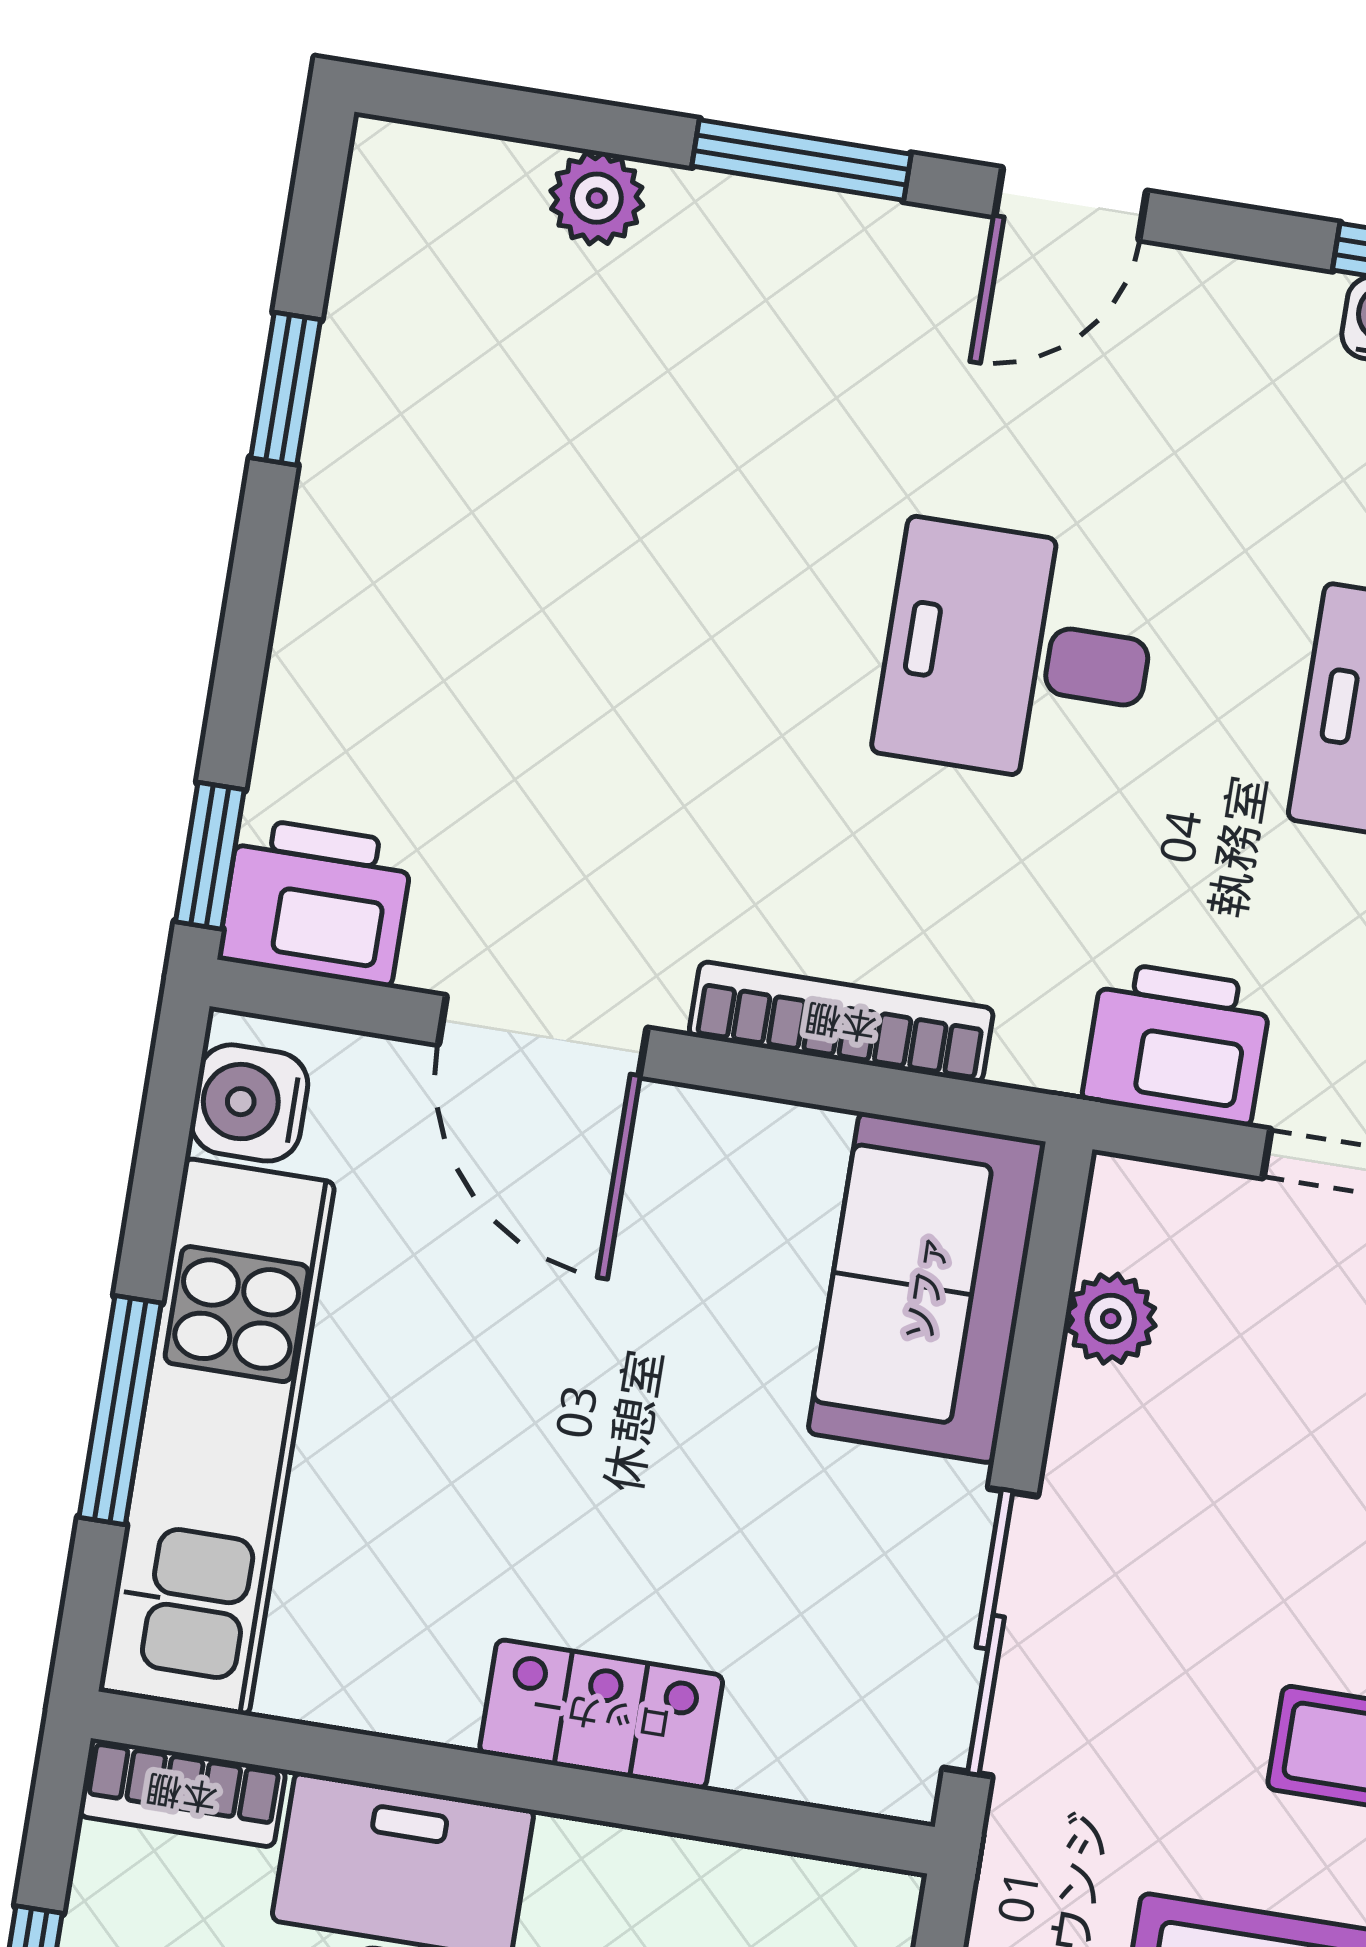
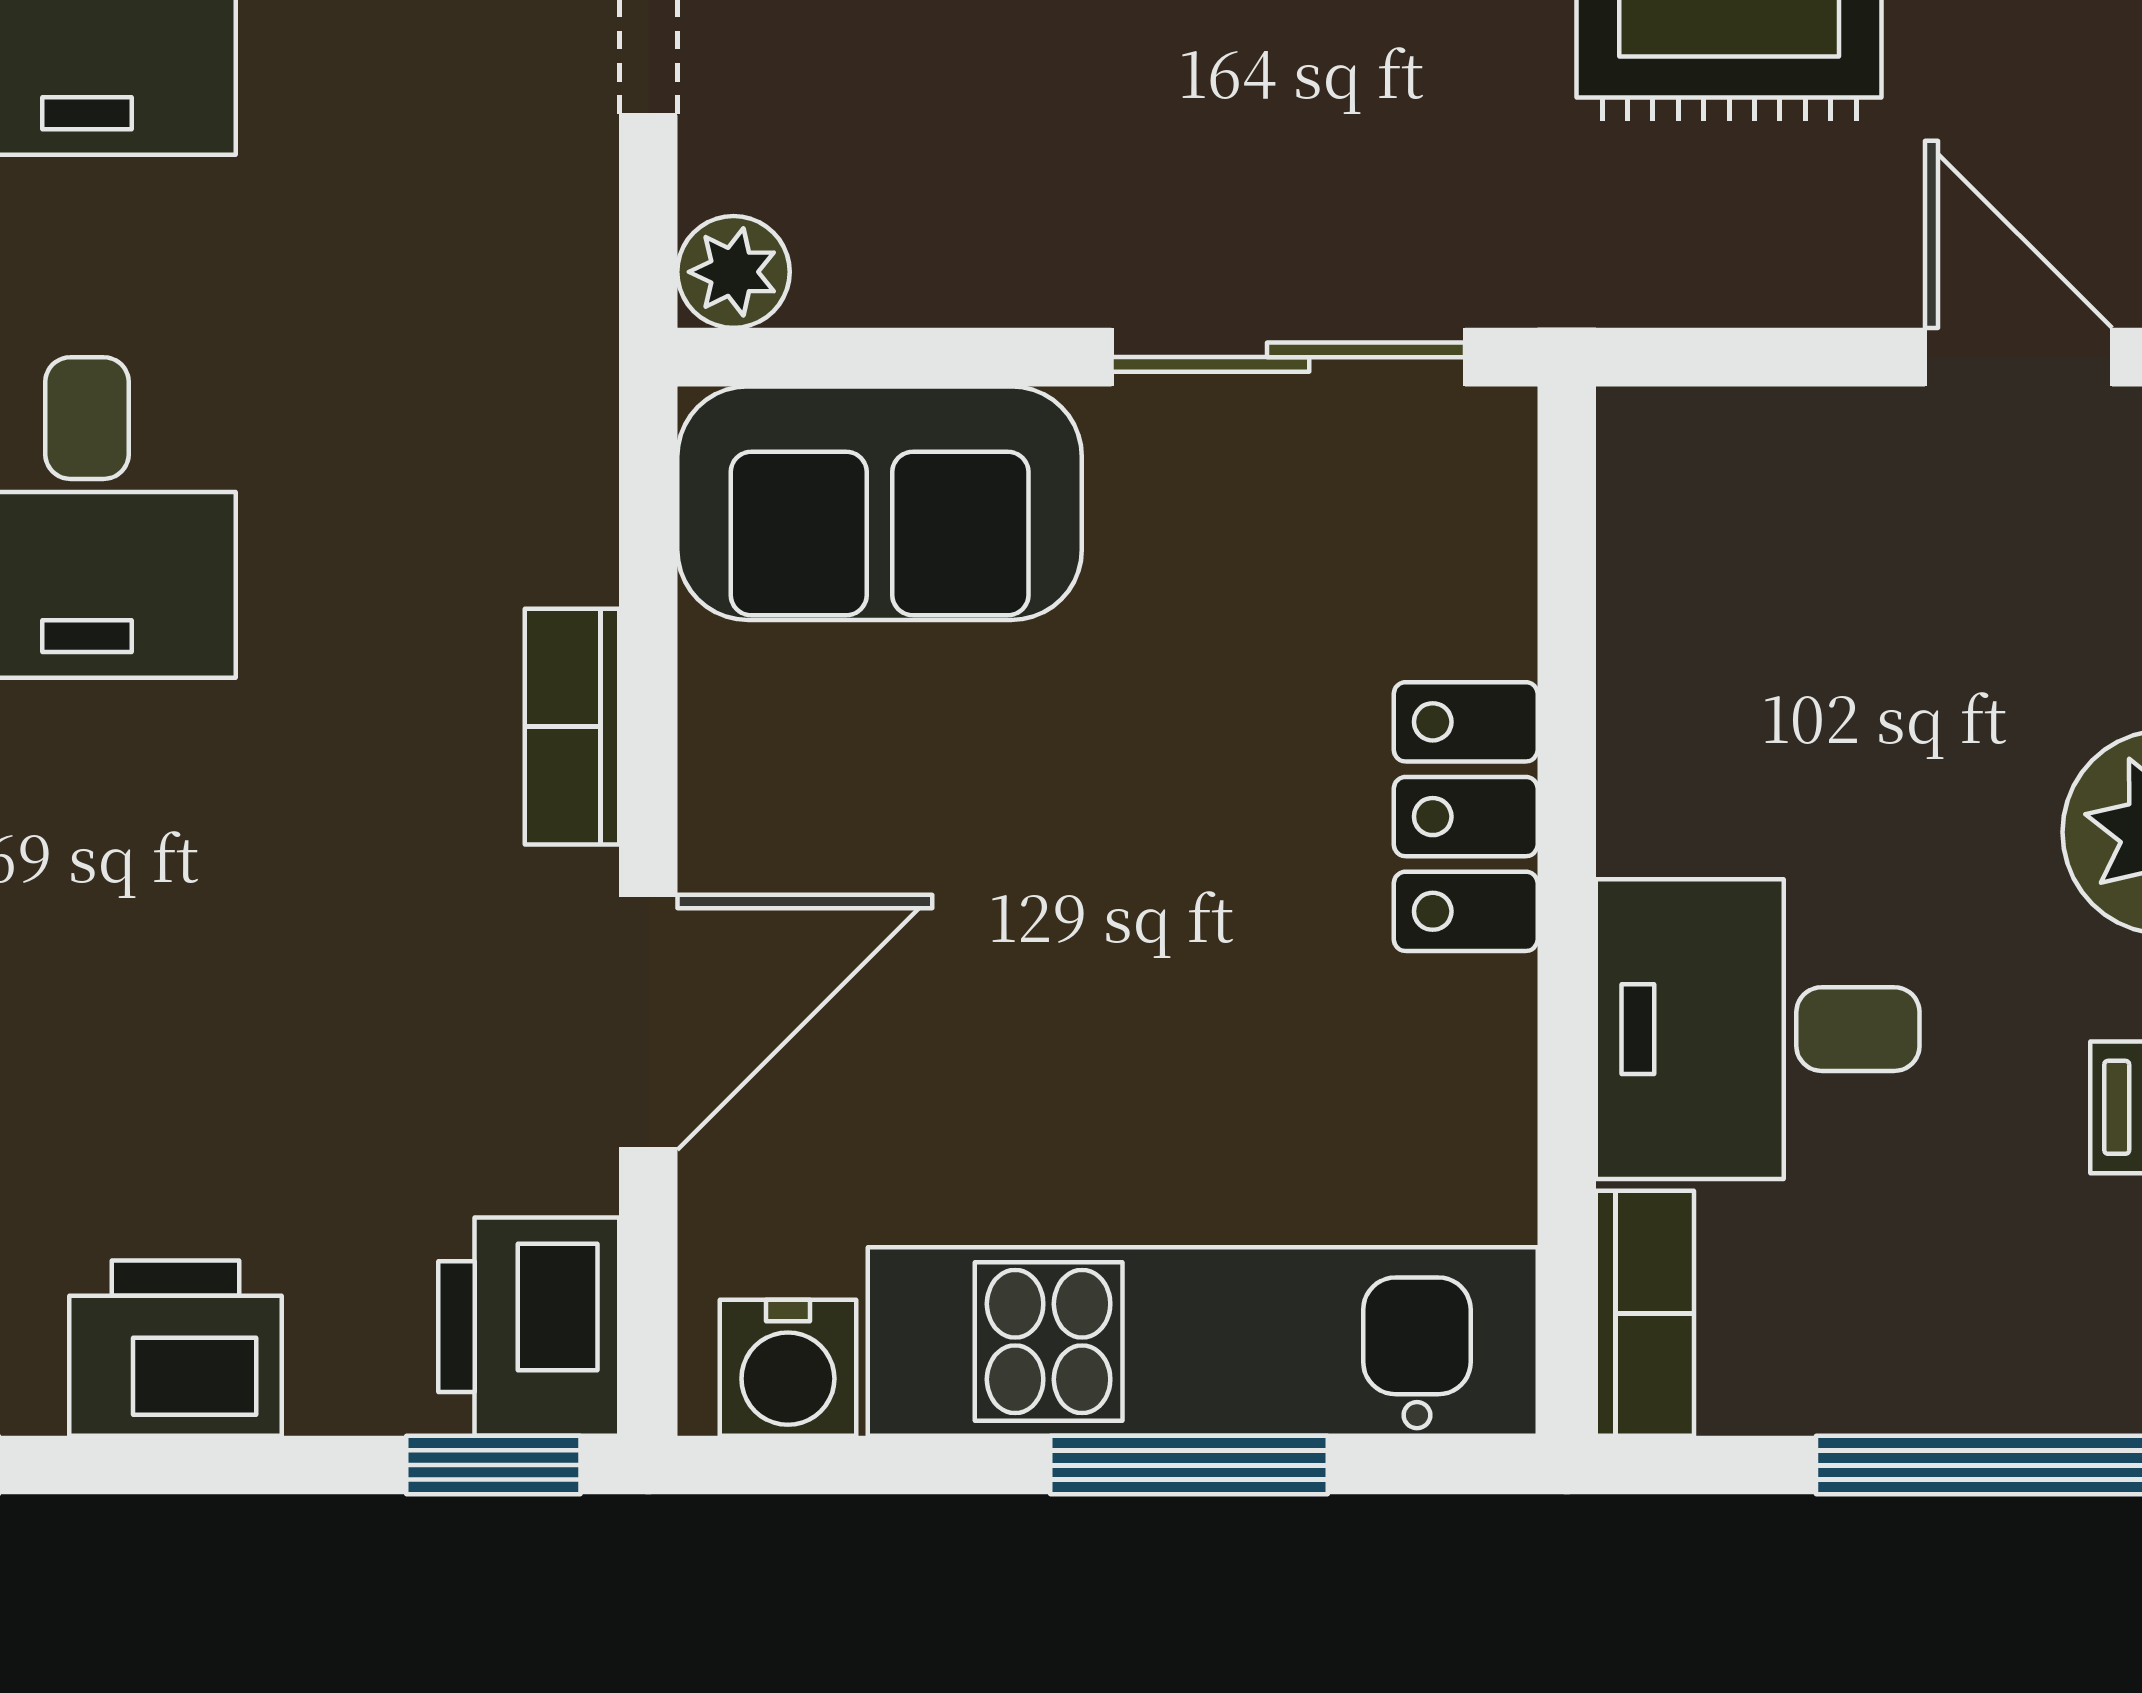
bookcase: (841, 1022) -> (572, 727), width x0.64
printer: (1177, 1043) -> (175, 1348), moved, turned 90
plant: (1111, 1319) -> (734, 272), moved

